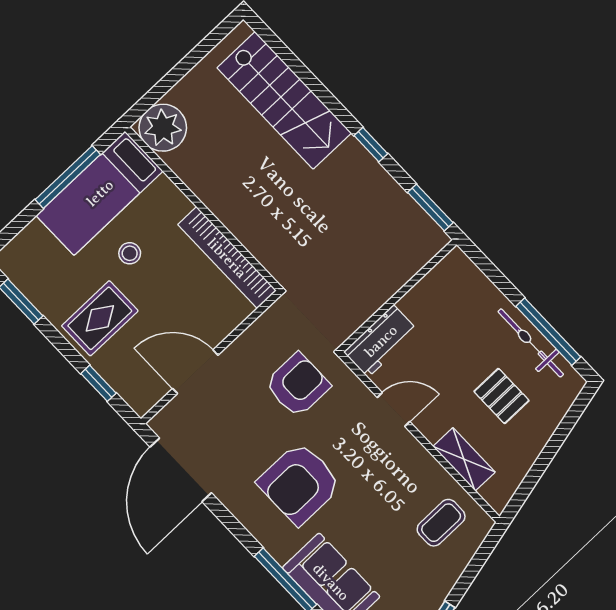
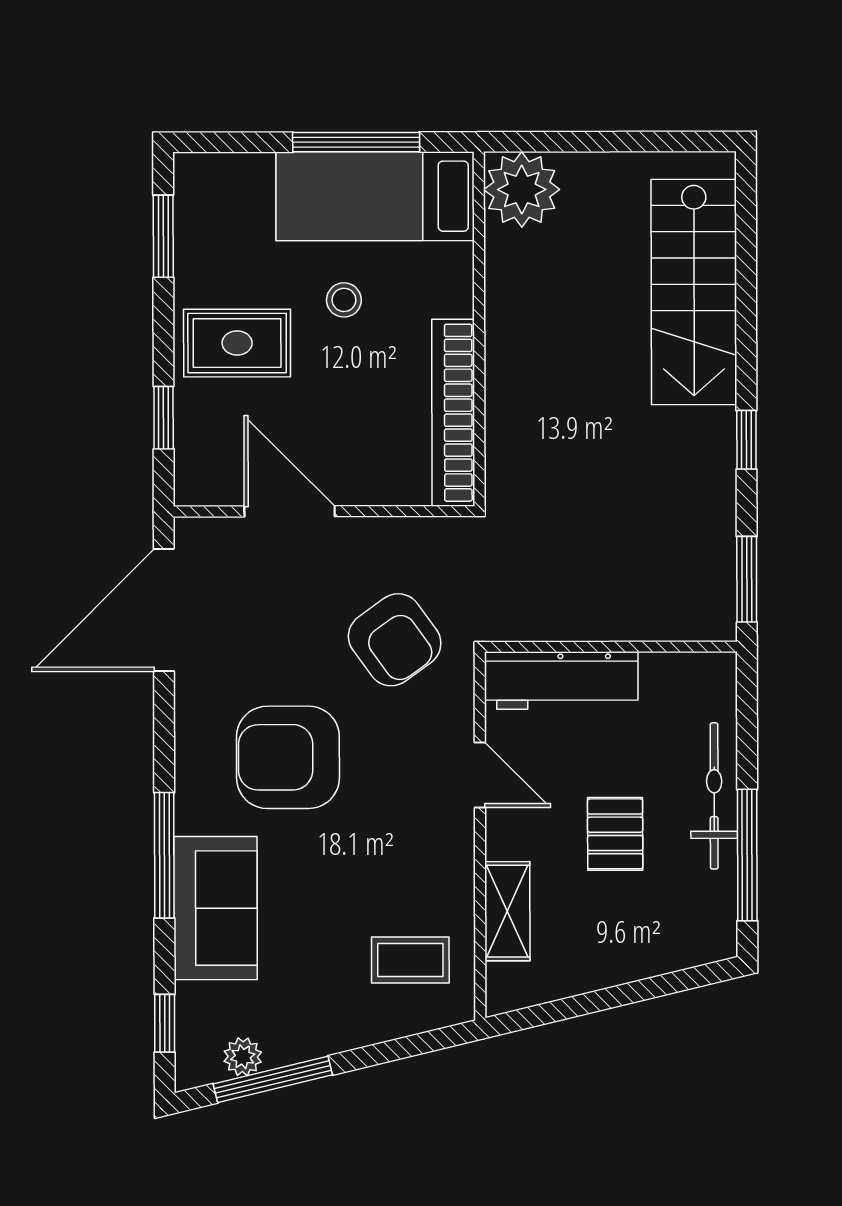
workbench: (381, 341) -> (561, 681), width x1.38
bicycle: (531, 343) -> (714, 796), moved
armchair: (297, 385) -> (395, 640), turned 54
pallet: (502, 396) -> (615, 834), moved

